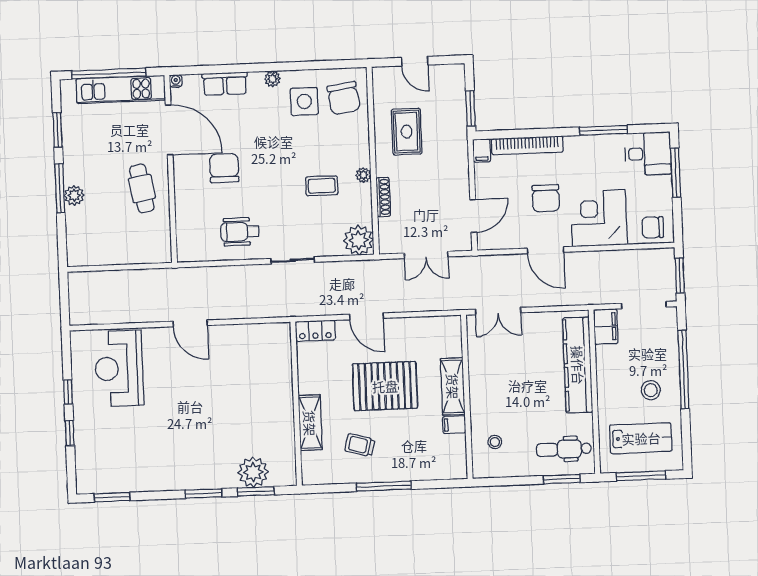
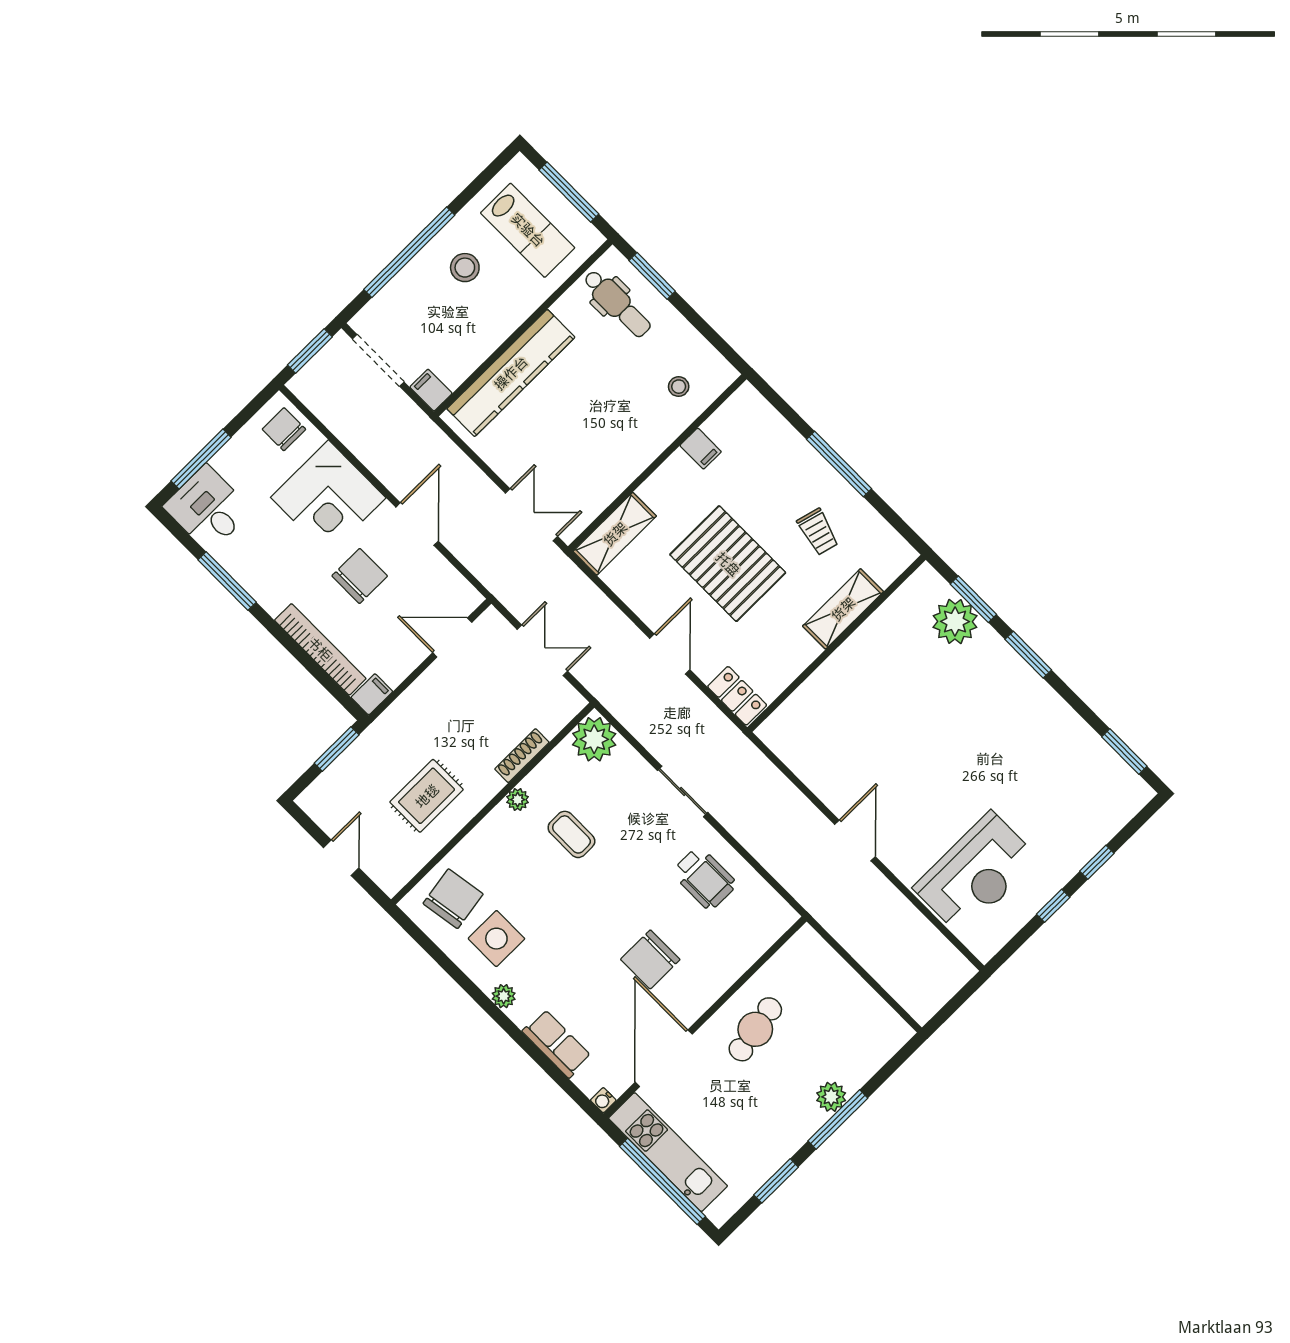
chair: (653, 227) -> (284, 429), turned 180
filing cabinet: (606, 326) -> (431, 390), width x0.50
shelving: (453, 386) -> (615, 534), moved
lab bench: (641, 438) -> (528, 230), turned 180

